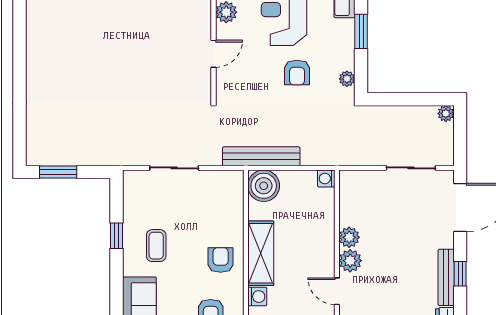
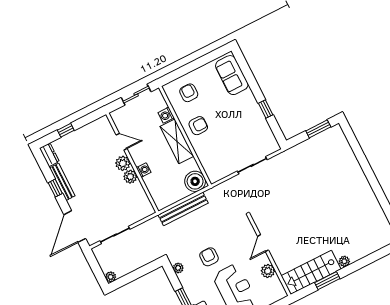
bench: (261, 156) -> (183, 209), moved
washing machine: (326, 179) -> (144, 170), moved
coffee table: (156, 246) -> (240, 115), removed
armchair: (221, 260) -> (198, 126), turned -90

